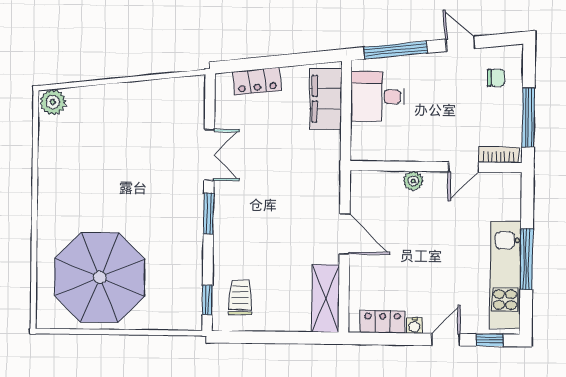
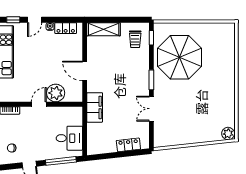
filing cabinet: (326, 99) -> (95, 107), moved
door: (463, 167) -> (39, 104), moved
plant: (413, 181) -> (56, 93), width x1.88, depth x1.88
parasol: (100, 277) -> (179, 57), moved
shelving: (326, 298) -> (104, 29), moved, turned 90

